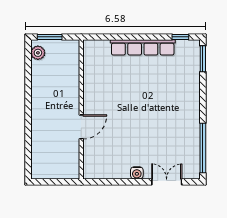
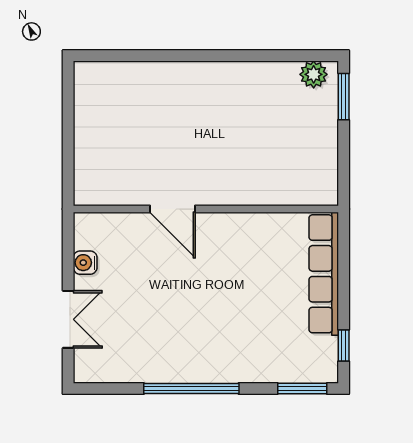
wall: (81, 109) -> (206, 209), moved
door: (81, 127) -> (173, 209), moved
window: (203, 148) -> (191, 388), moved

